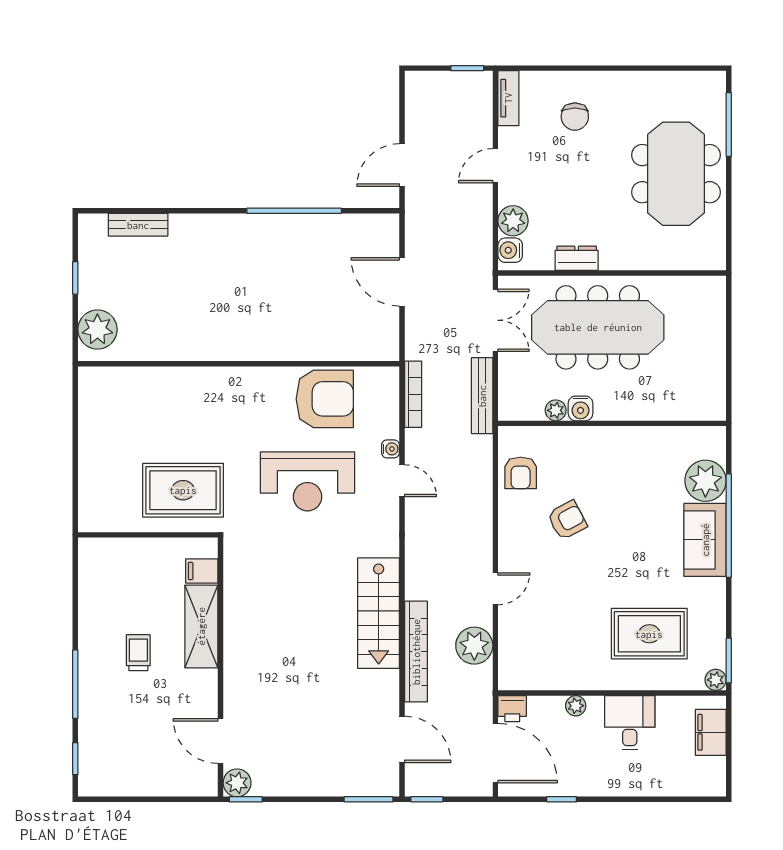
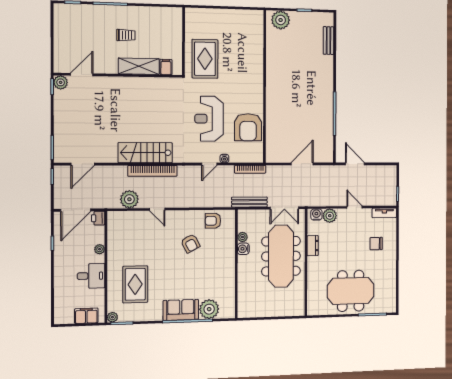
bookcase: (416, 652) -> (153, 171), moved

